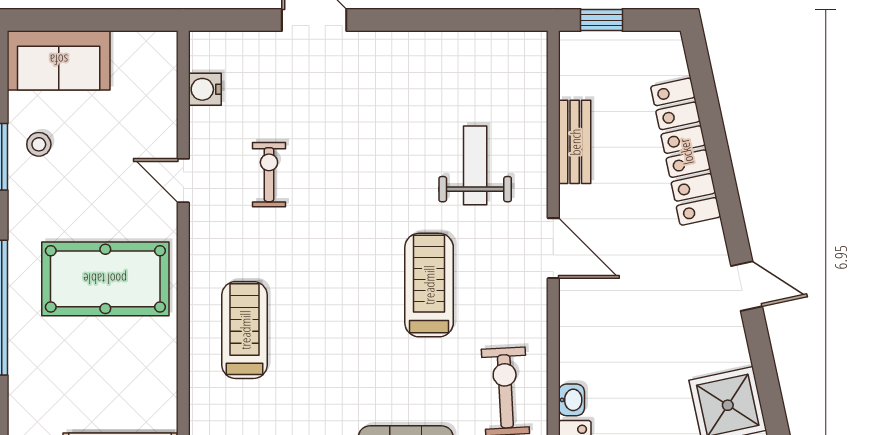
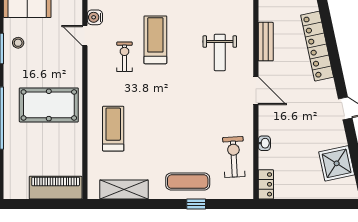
weight bench: (475, 165) -> (220, 52), turned 180
door: (183, 181) -> (85, 36), moved
treadmill: (429, 285) -> (155, 40), moved
washbasin: (571, 400) -> (264, 143), moved

